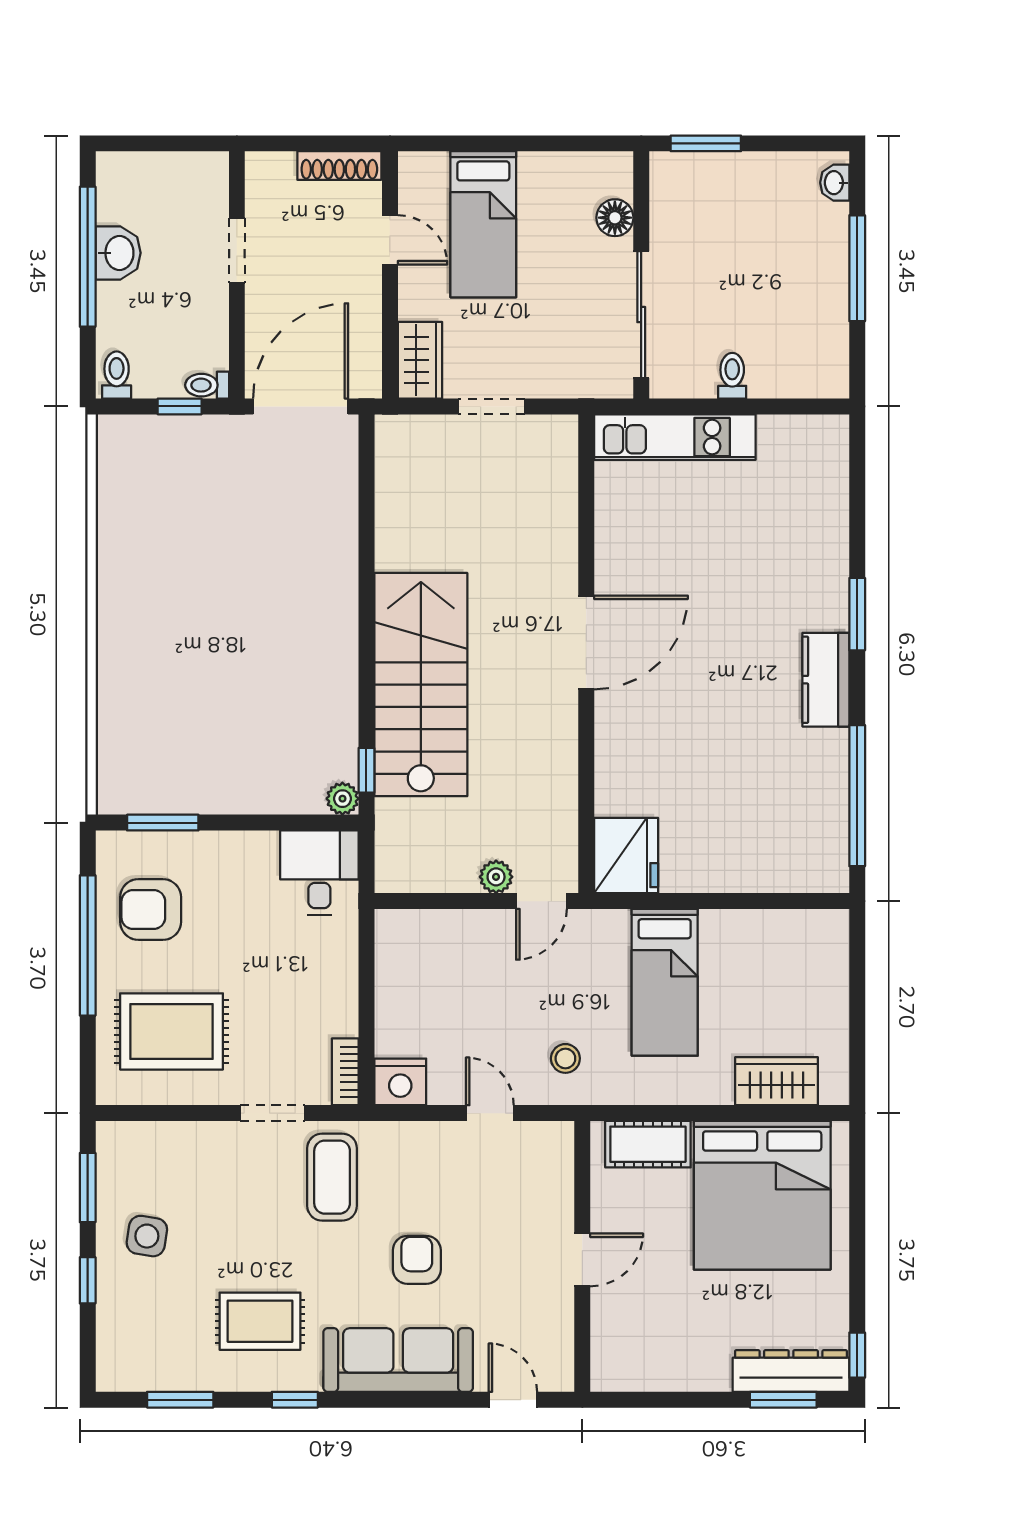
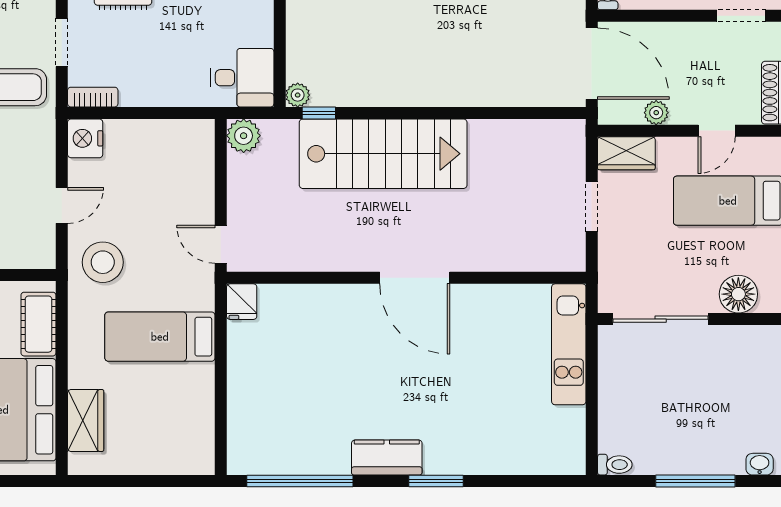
floor lamp: (615, 218) -> (738, 294), width x1.38, depth x1.38
doorway: (237, 250) -> (741, 16), moved
plant: (366, 320) -> (656, 113), added
toilet: (732, 376) -> (615, 465), moved
fridge: (626, 856) -> (242, 302), width x0.53, depth x0.75
plant: (496, 877) -> (244, 136), moved, width x1.38, depth x1.38
stool: (565, 1058) -> (103, 262), width x1.89, depth x1.89

